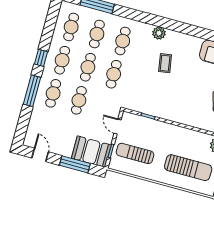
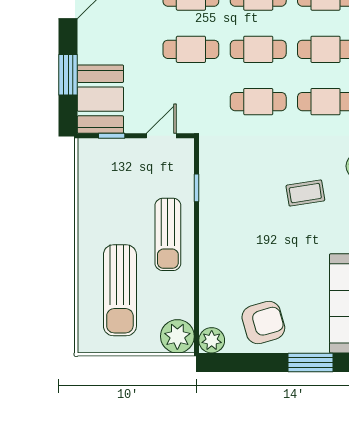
sun lounger: (135, 153) -> (168, 234), moved, turned 180
window: (75, 164) -> (68, 75), width x0.69

